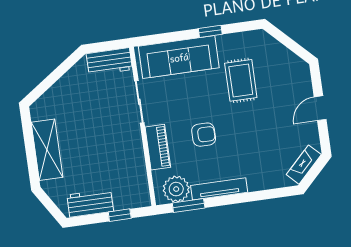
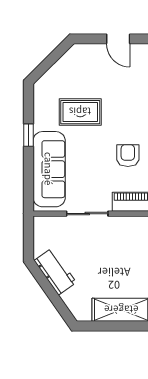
workbench: (109, 62) -> (55, 271), moved, turned -35

